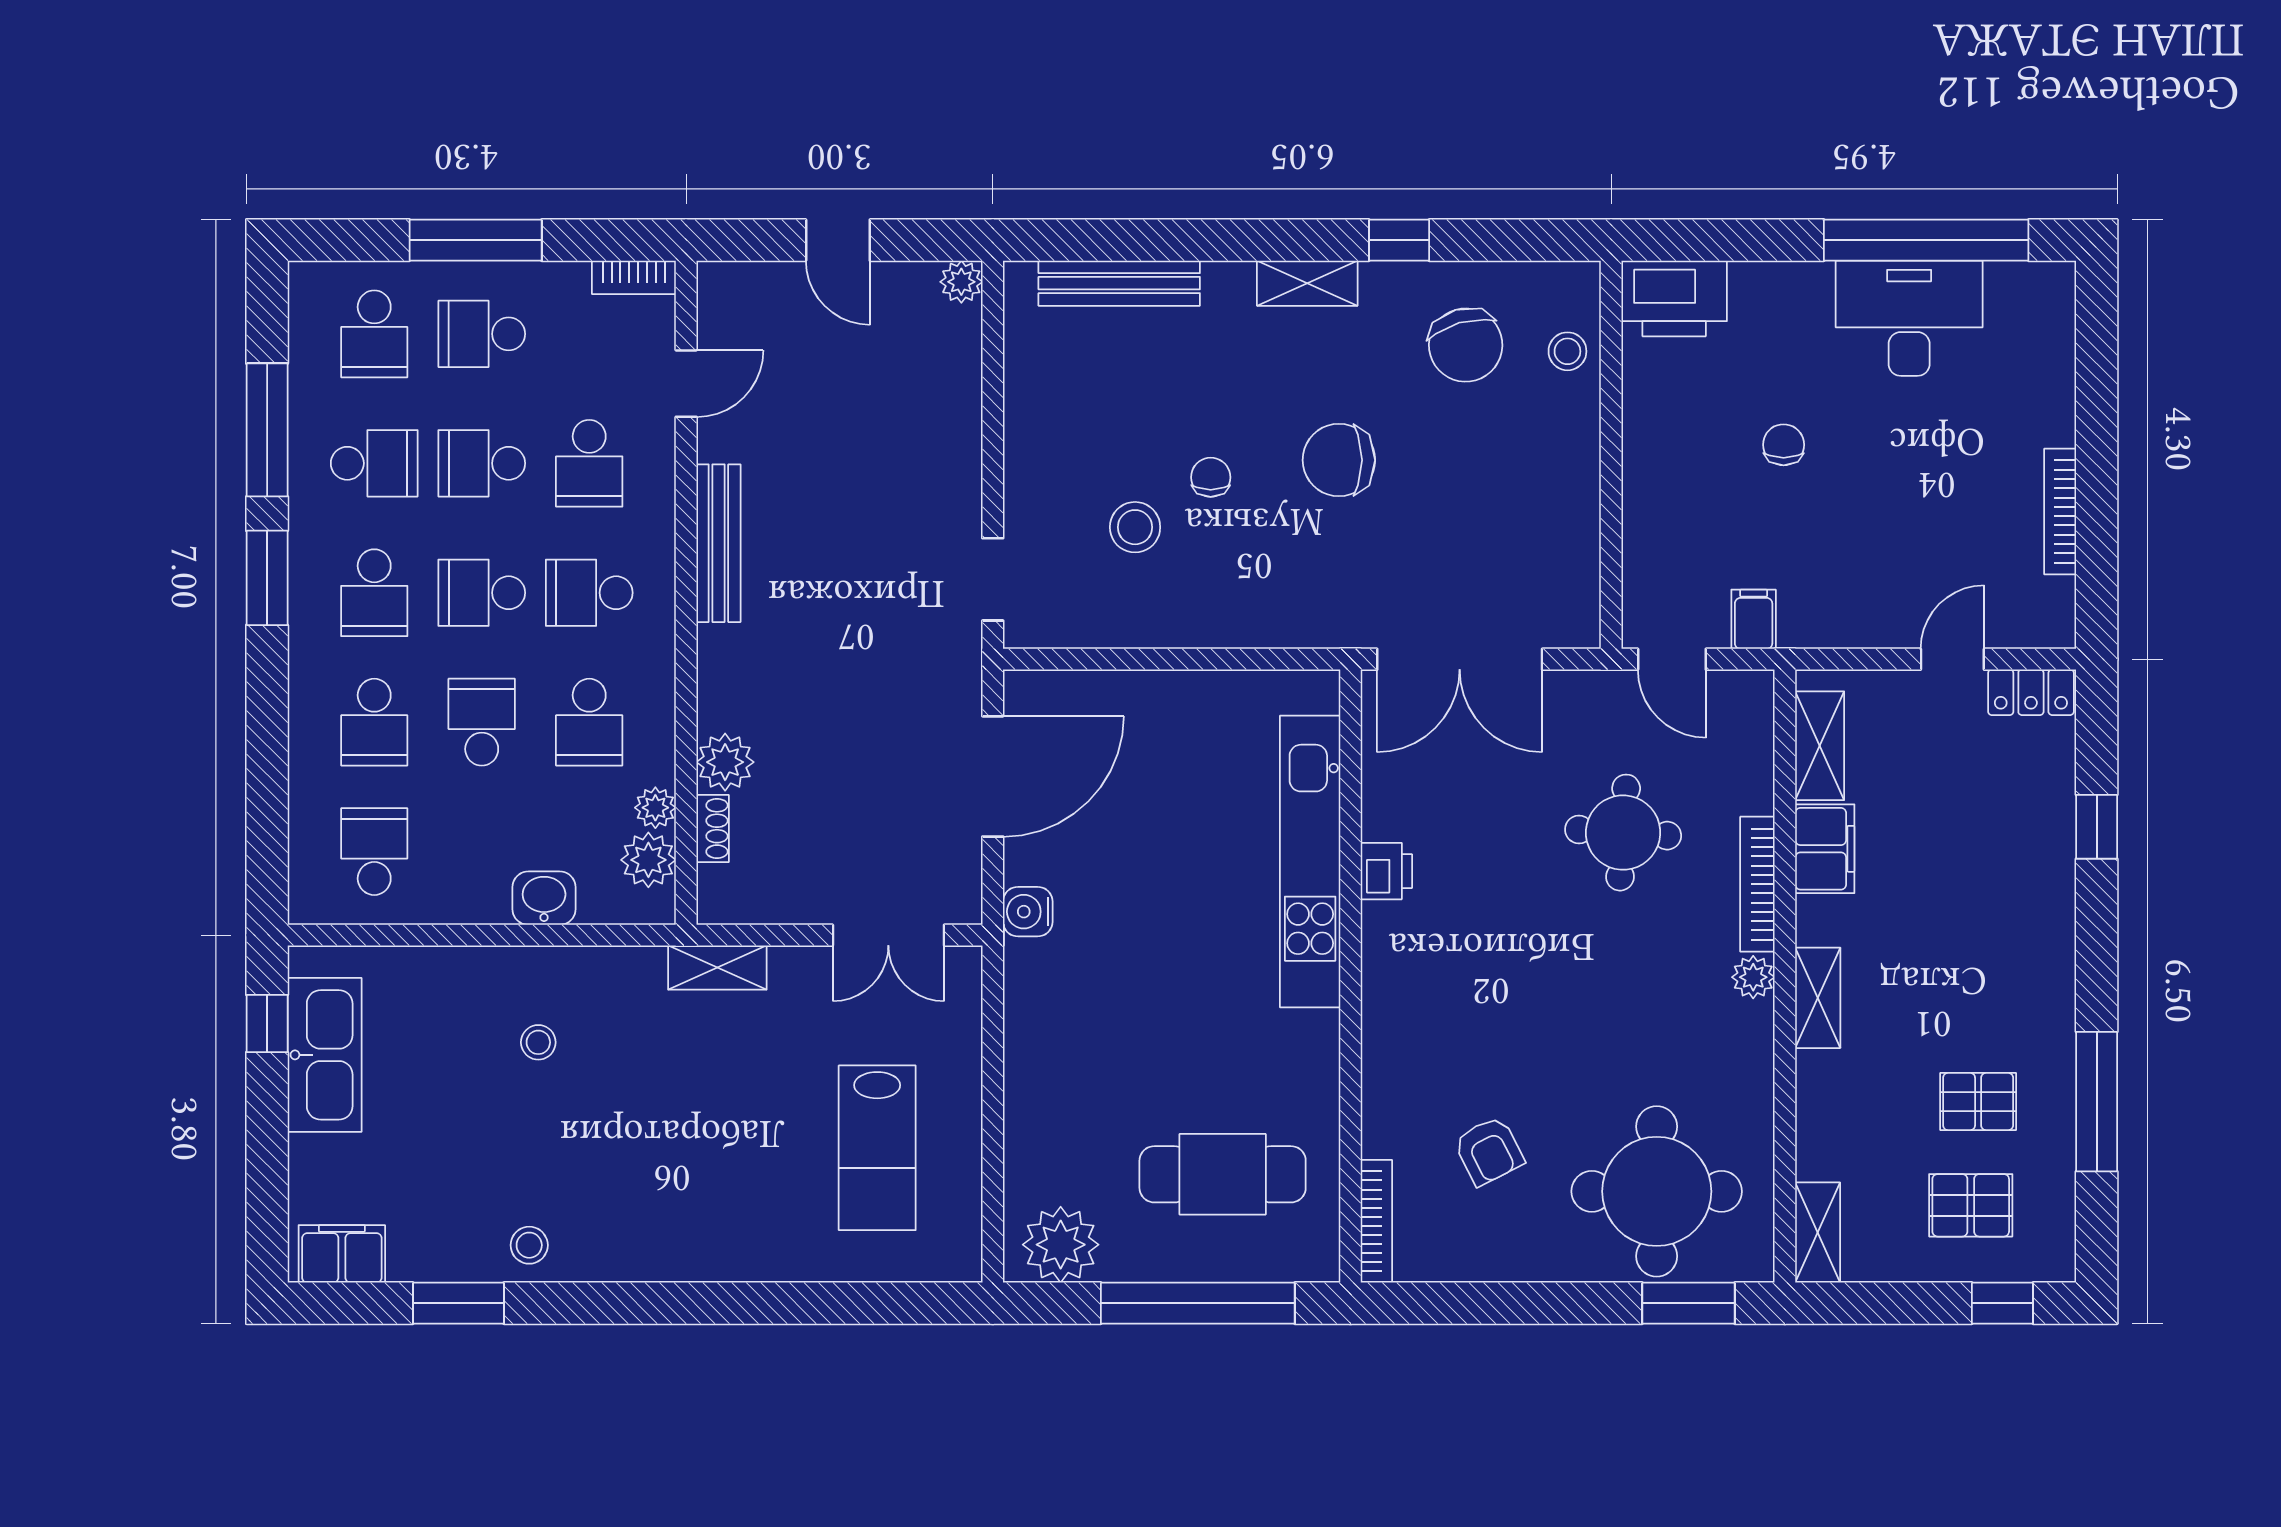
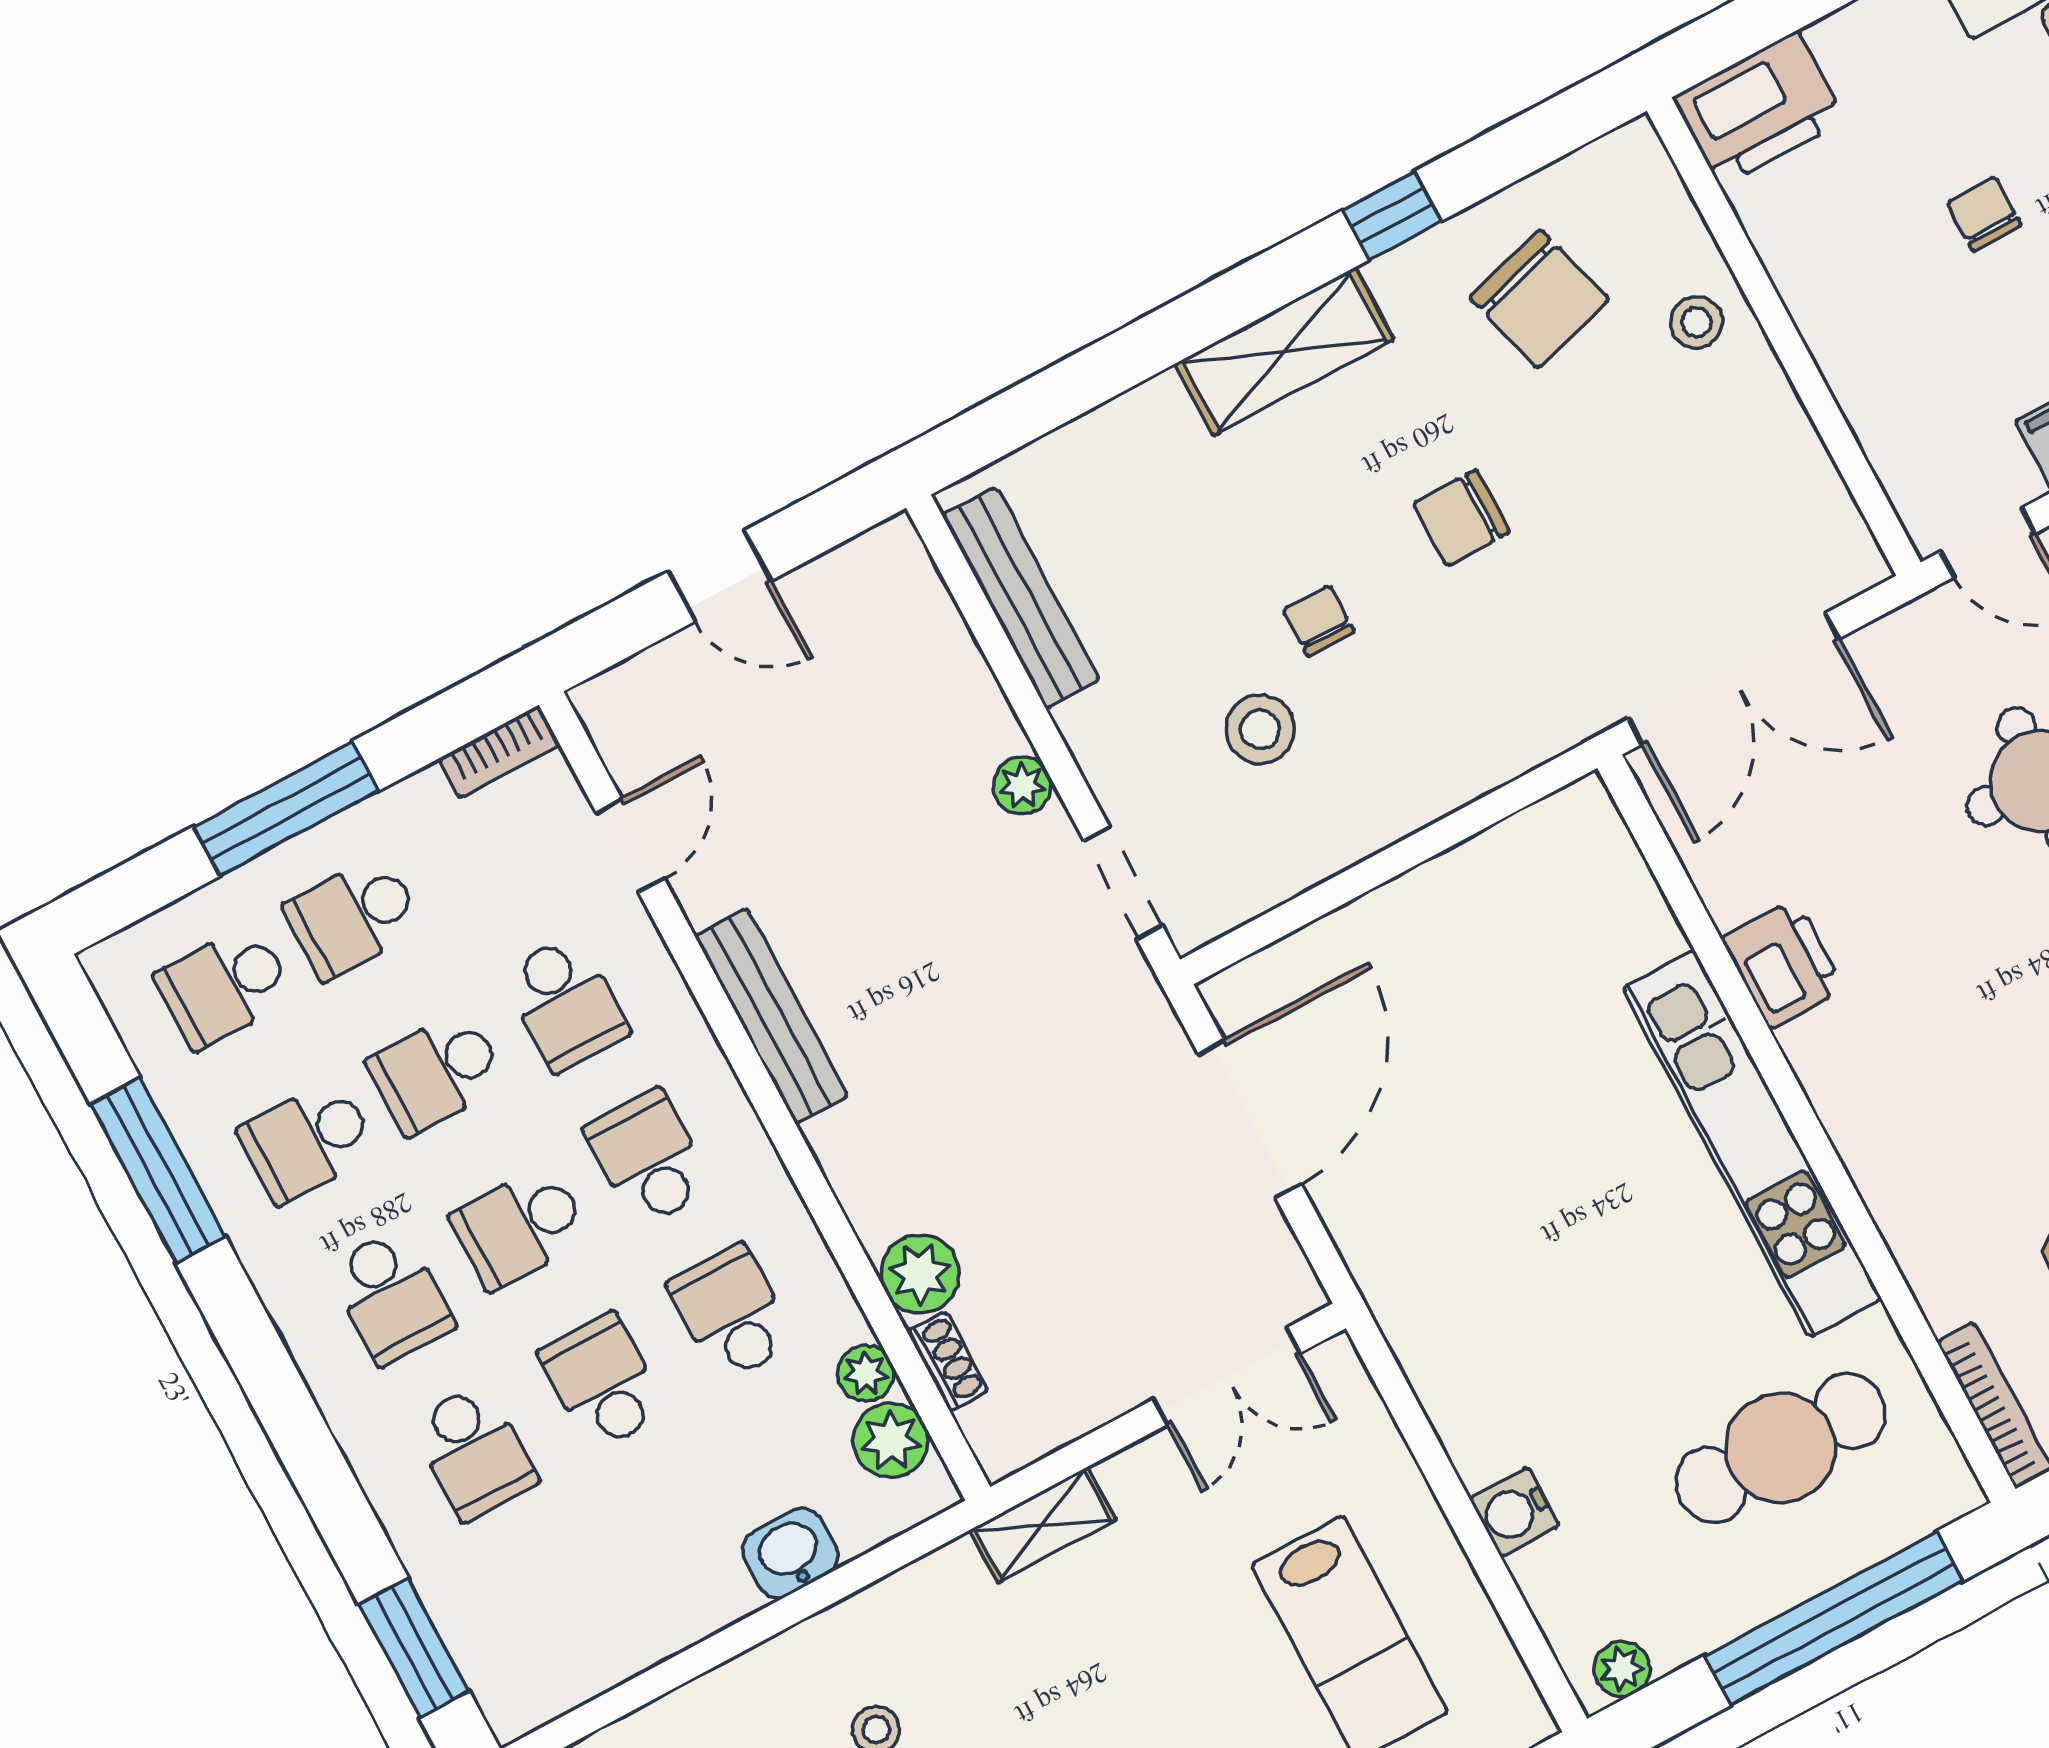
plant: (961, 282) -> (1022, 785), moved
bench: (1119, 283) -> (1021, 598), moved, turned 90
shelving: (1307, 283) -> (1284, 351), width x1.50, depth x1.33
school desk: (374, 334) -> (225, 986), turned 90
stool: (1567, 351) -> (1696, 322), moved
chair: (1339, 460) -> (1461, 518), width x0.73, depth x0.73
school desk: (374, 463) -> (308, 1141), turned 180
window: (267, 578) -> (414, 1648), moved
school desk: (589, 593) -> (648, 1158), turned 90
school desk: (589, 722) -> (731, 1313), turned 180
school desk: (374, 852) -> (557, 1606), removed
kitchen unit: (1310, 862) -> (1752, 1144), moved
printer: (1386, 871) -> (1783, 963), width x1.36, depth x1.24
water cooler: (1028, 912) -> (1514, 1512), moved
plant: (1061, 1245) -> (1622, 1669), width x0.53, depth x0.53

